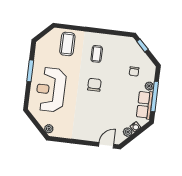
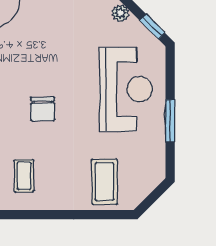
coffee table: (97, 54) -> (24, 176), moved
window: (33, 120) -> (152, 27), added

